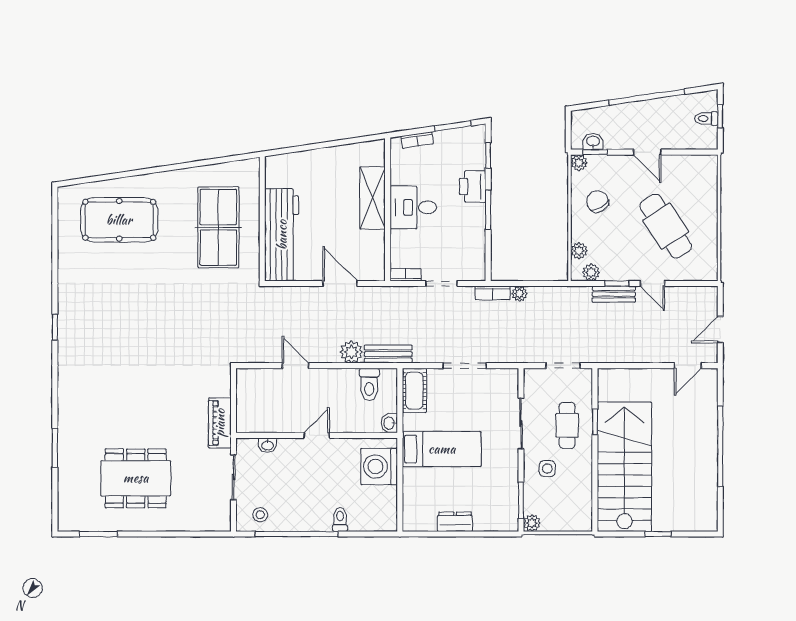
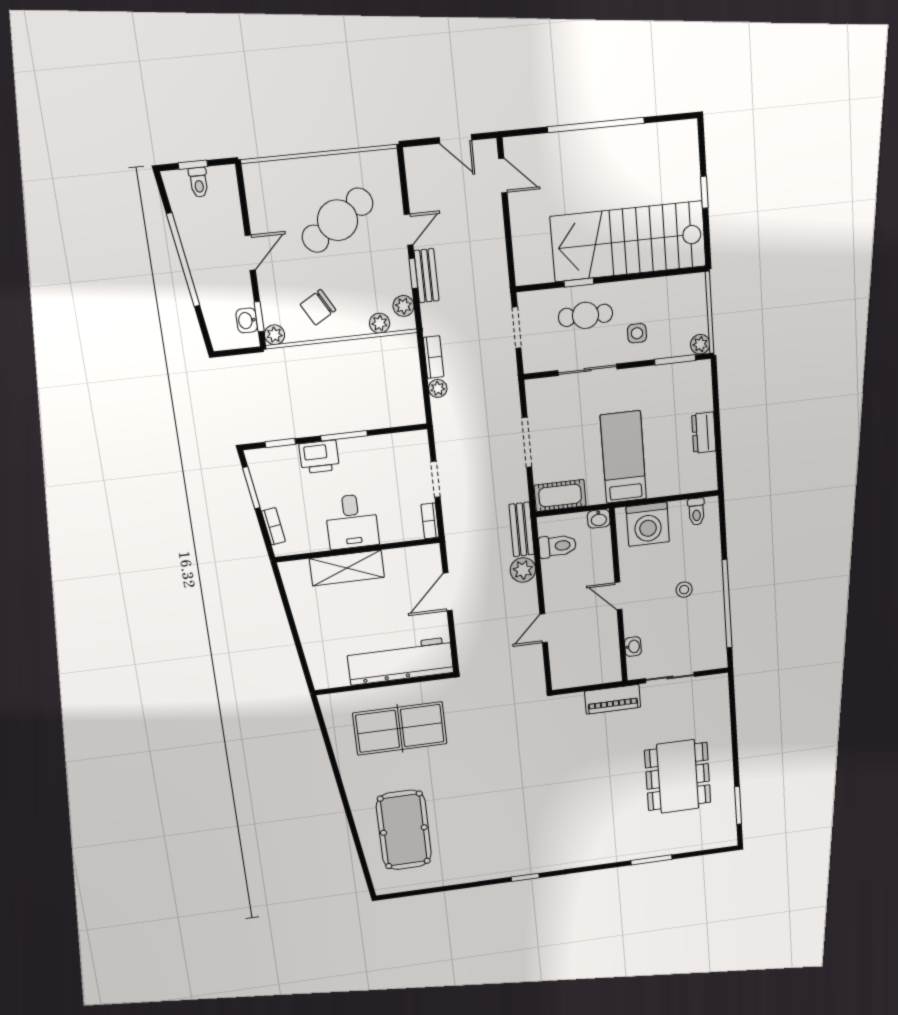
bookcase: (493, 293) -> (434, 357), moved
stool: (260, 515) -> (684, 590), moved
toilet: (340, 519) -> (696, 512), moved, turned -90

